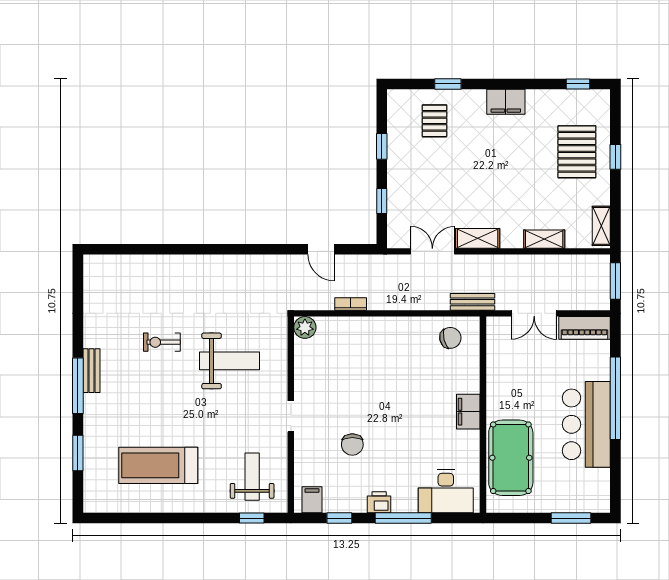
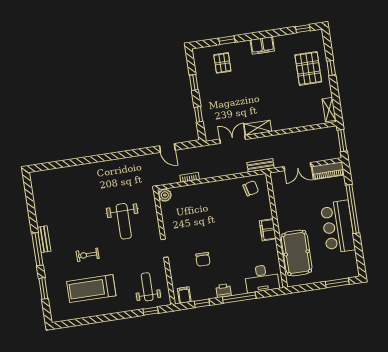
shelving: (544, 239) -> (297, 122), removed
exercise bike: (162, 342) -> (88, 255), moved
weight bench: (229, 361) -> (124, 221), turned 90

